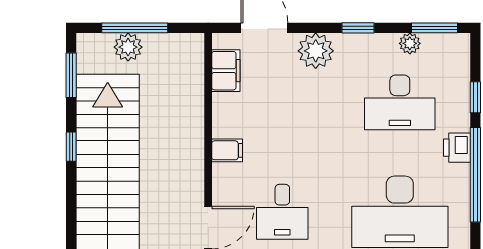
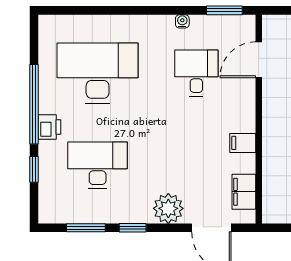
window: (435, 28) -> (86, 228), moved
plant: (410, 43) -> (89, 215), removed
filing cabinet: (227, 150) -> (243, 143), moved

